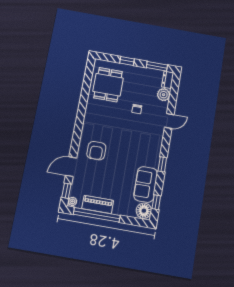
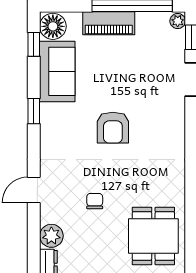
armchair: (96, 151) -> (113, 128), moved, turned 180
piano: (98, 204) -> (109, 23), moved

